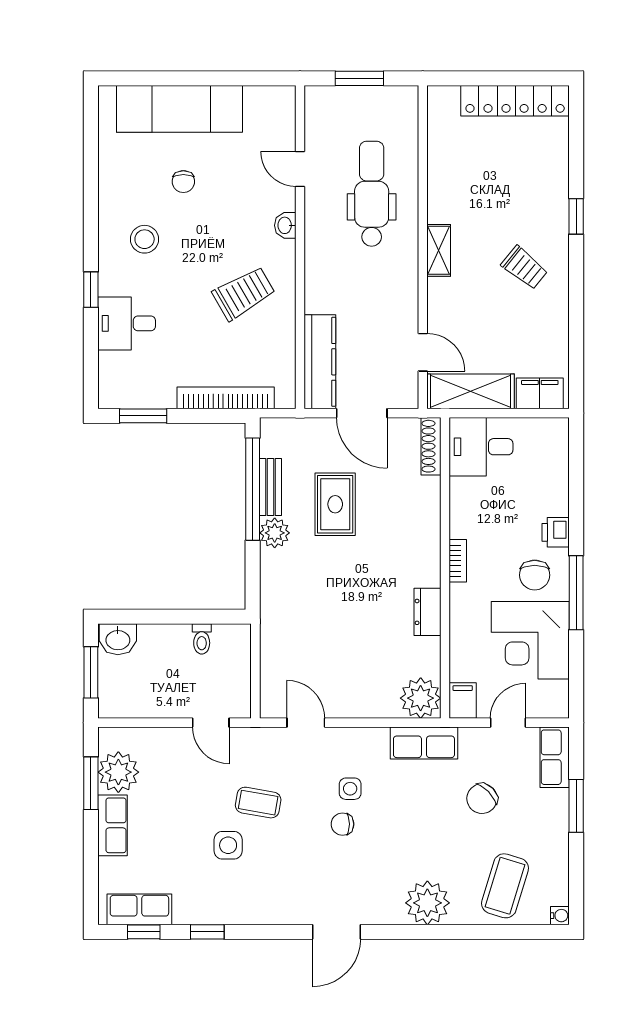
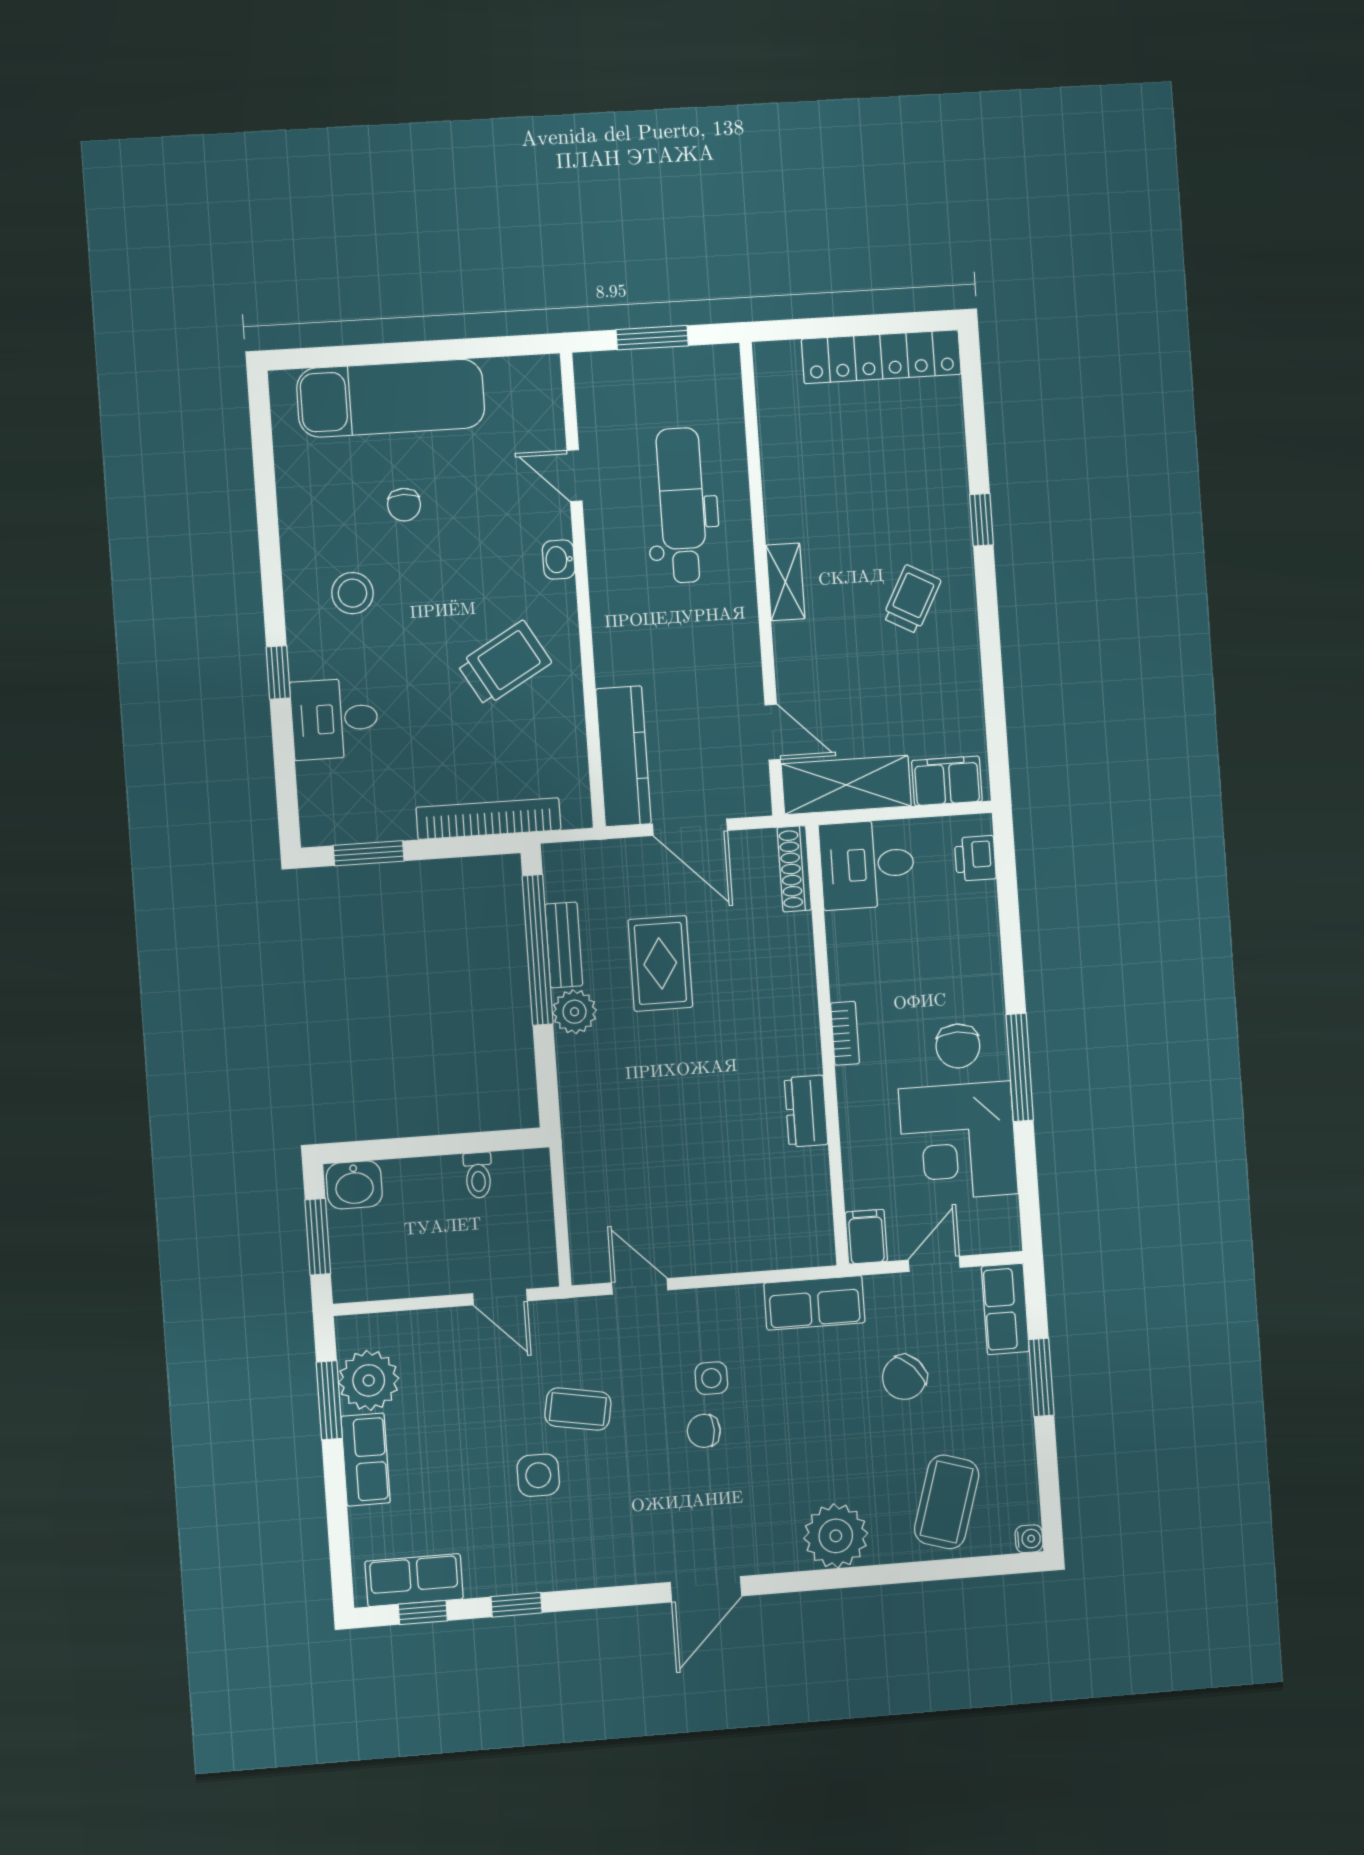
trolley: (524, 268) -> (912, 599), turned -101
printer: (556, 532) -> (975, 858), moved
plant: (421, 698) -> (805, 1238), removed

